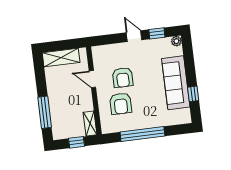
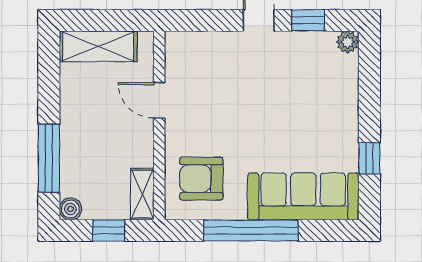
armchair: (123, 77) -> (224, 105), removed
sofa: (176, 83) -> (303, 196), moved, turned 90
armchair: (121, 104) -> (201, 179), moved, turned 90
boiler: (58, 134) -> (70, 209), added

